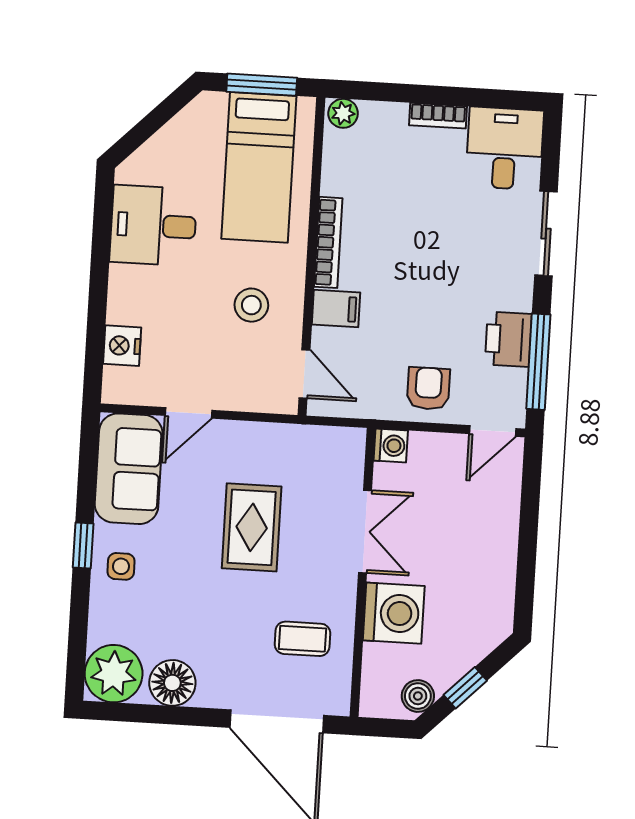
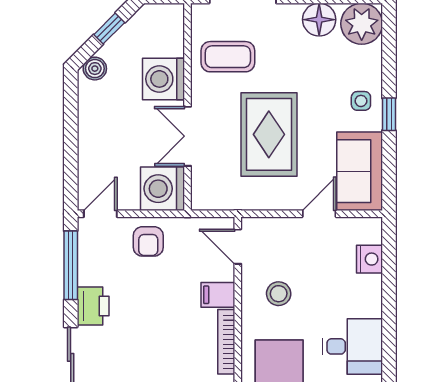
printer: (508, 339) -> (93, 306), moved
washing machine: (391, 446) -> (163, 189), width x1.89, depth x1.89
rug: (252, 527) -> (269, 134), width x1.36, depth x1.43
coffee table: (302, 639) -> (228, 57), width x1.36, depth x1.30
boiler: (418, 696) -> (95, 69), moved

